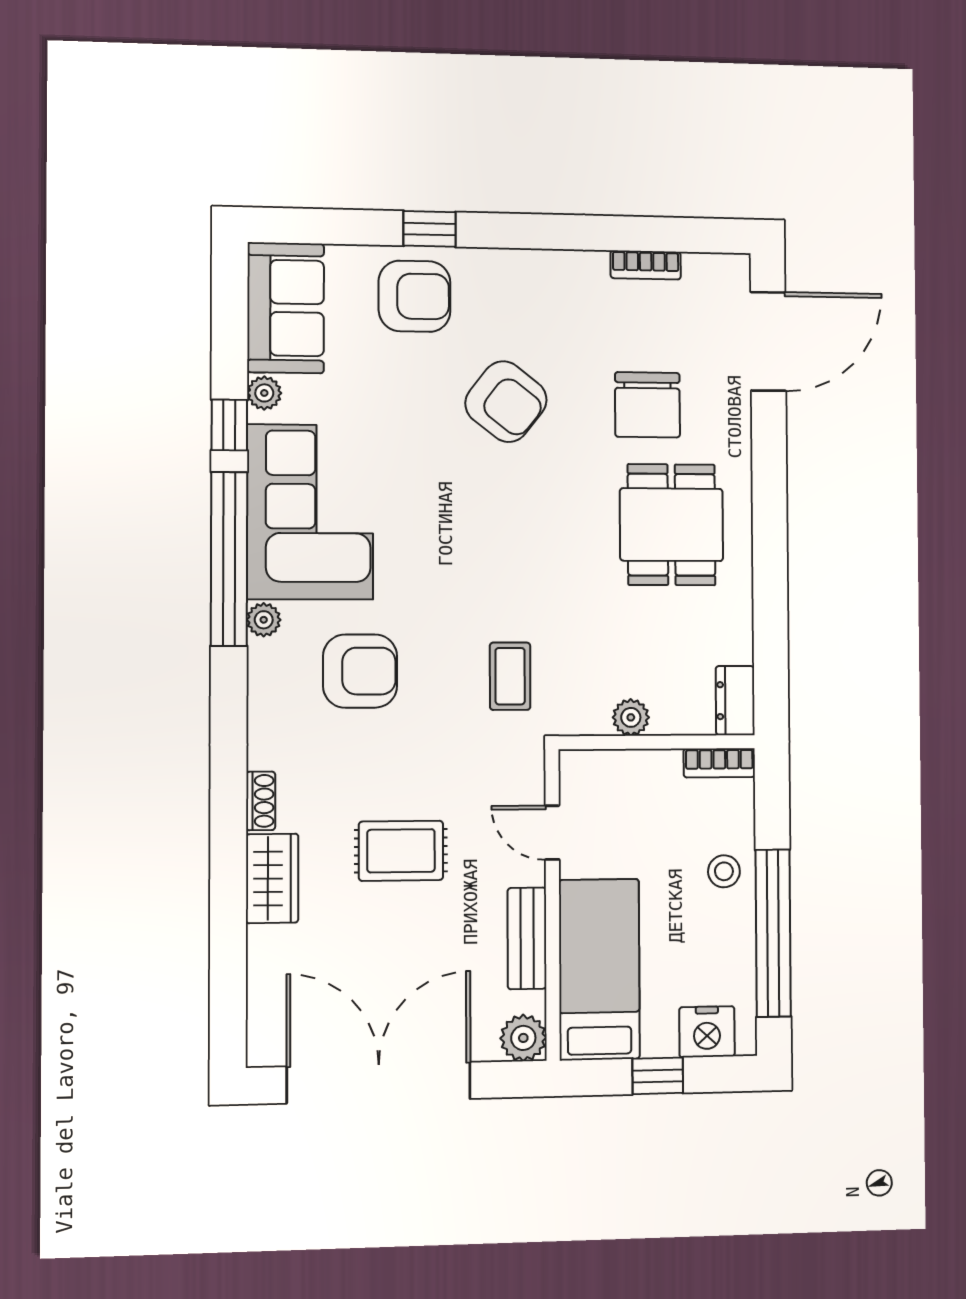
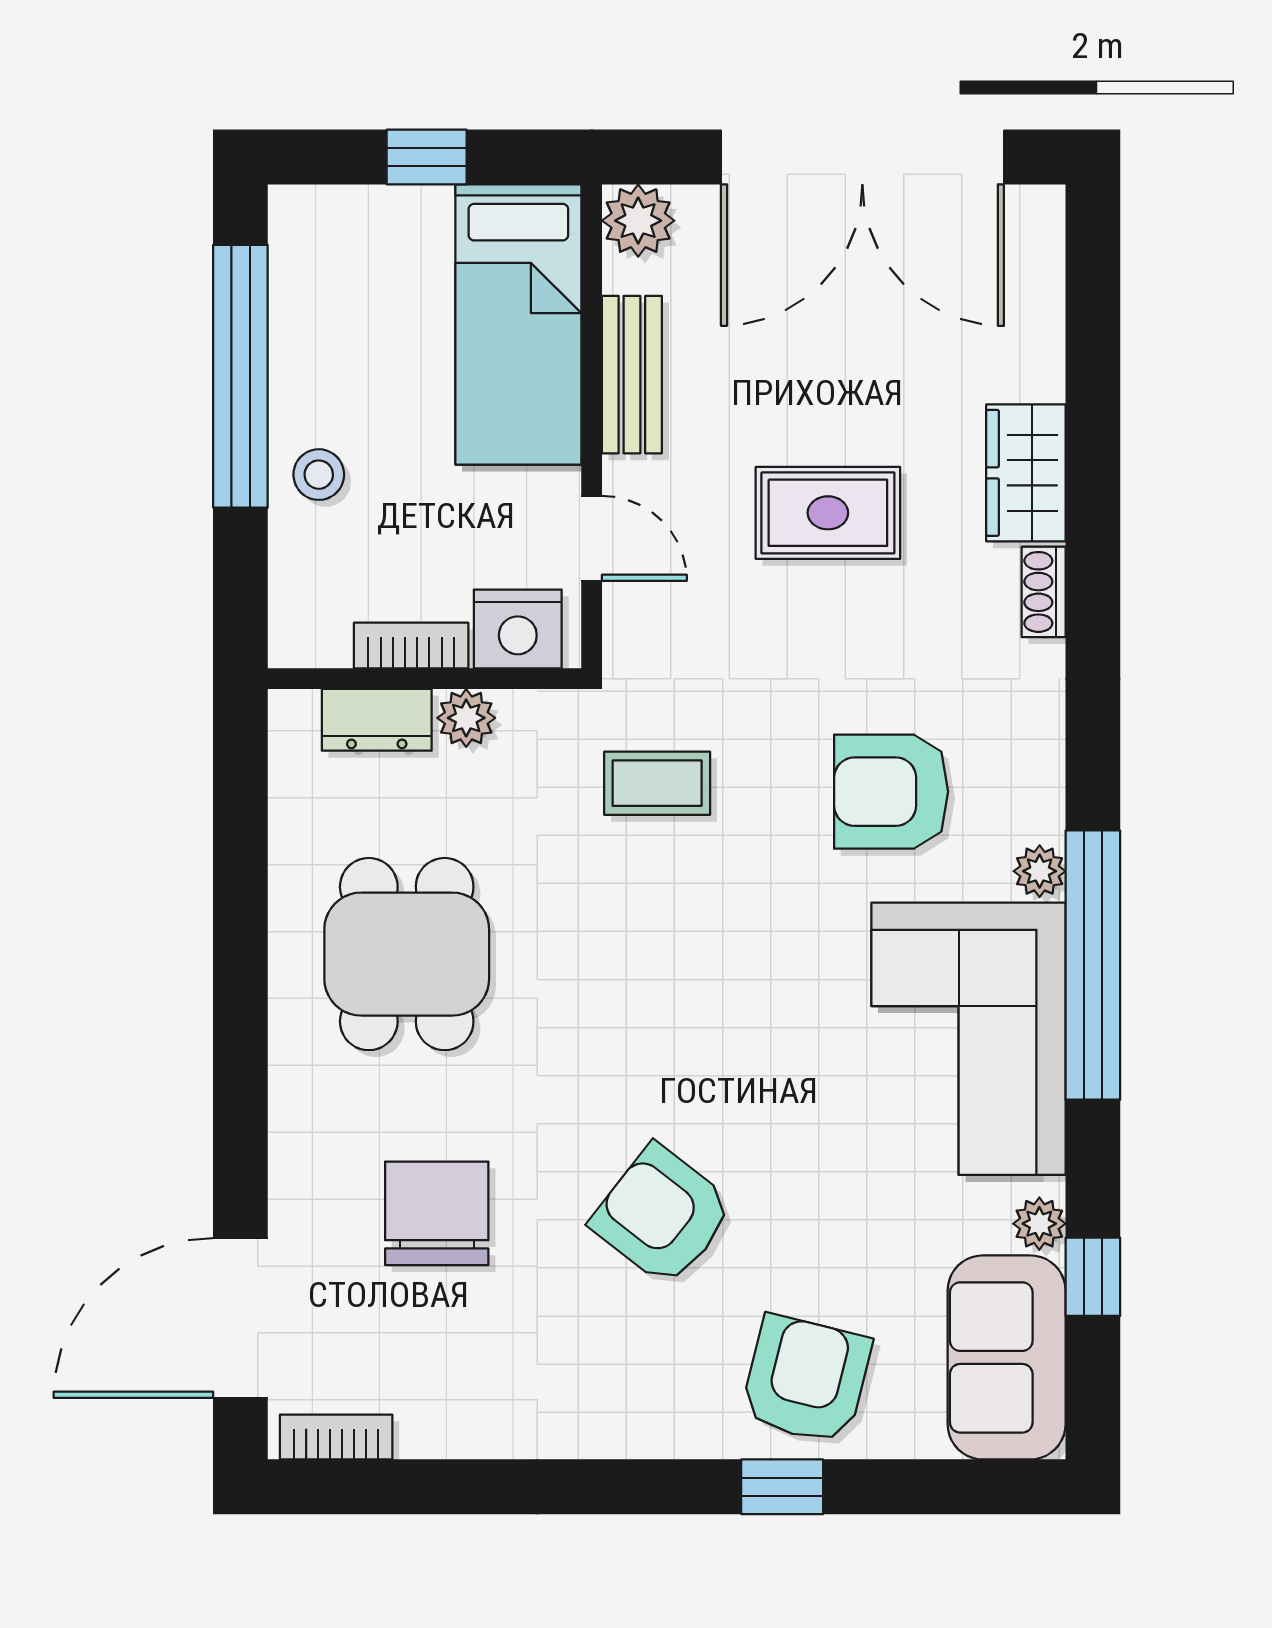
bookcase: (646, 265) -> (336, 1437), moved
armchair: (415, 296) -> (806, 1380), turned 104
window: (229, 425) -> (1093, 1277), moved
dining table: (671, 525) -> (407, 954), moved
coffee table: (510, 676) -> (657, 783), turned 90
dresser: (735, 701) -> (377, 720), moved, turned 90
bookcase: (719, 763) -> (411, 646), moved
nightstand: (707, 1032) -> (518, 629), moved, turned 180

